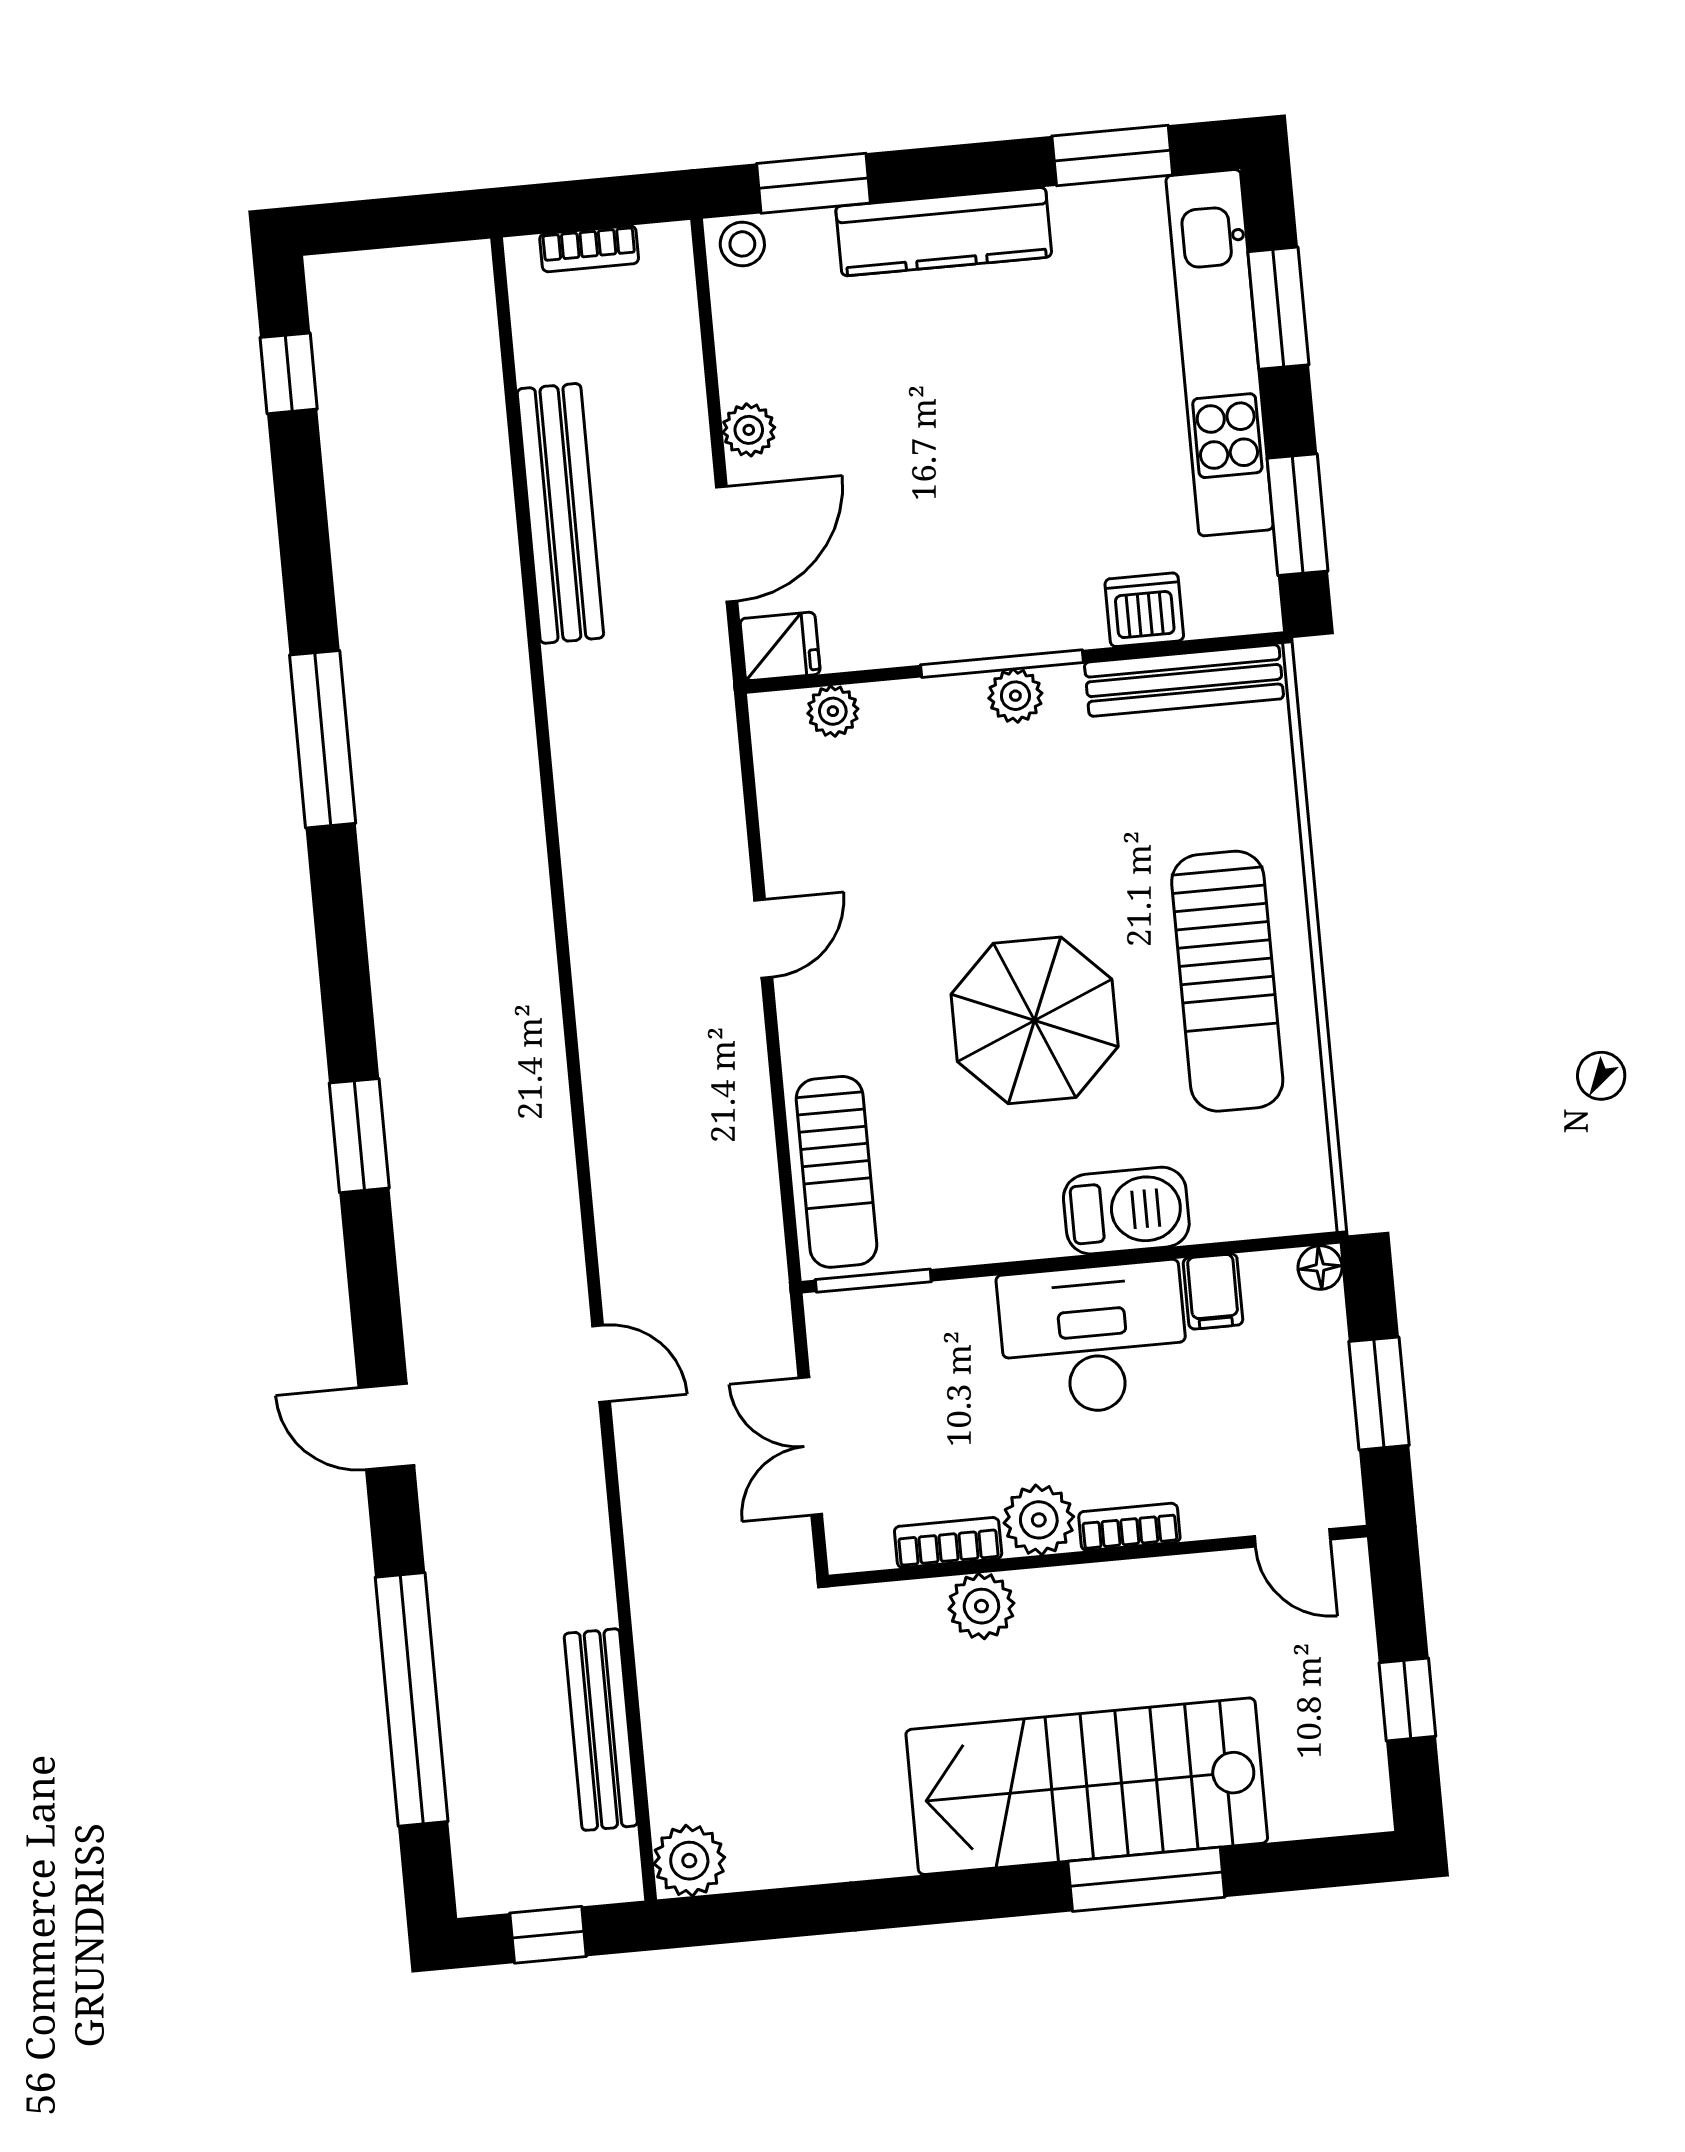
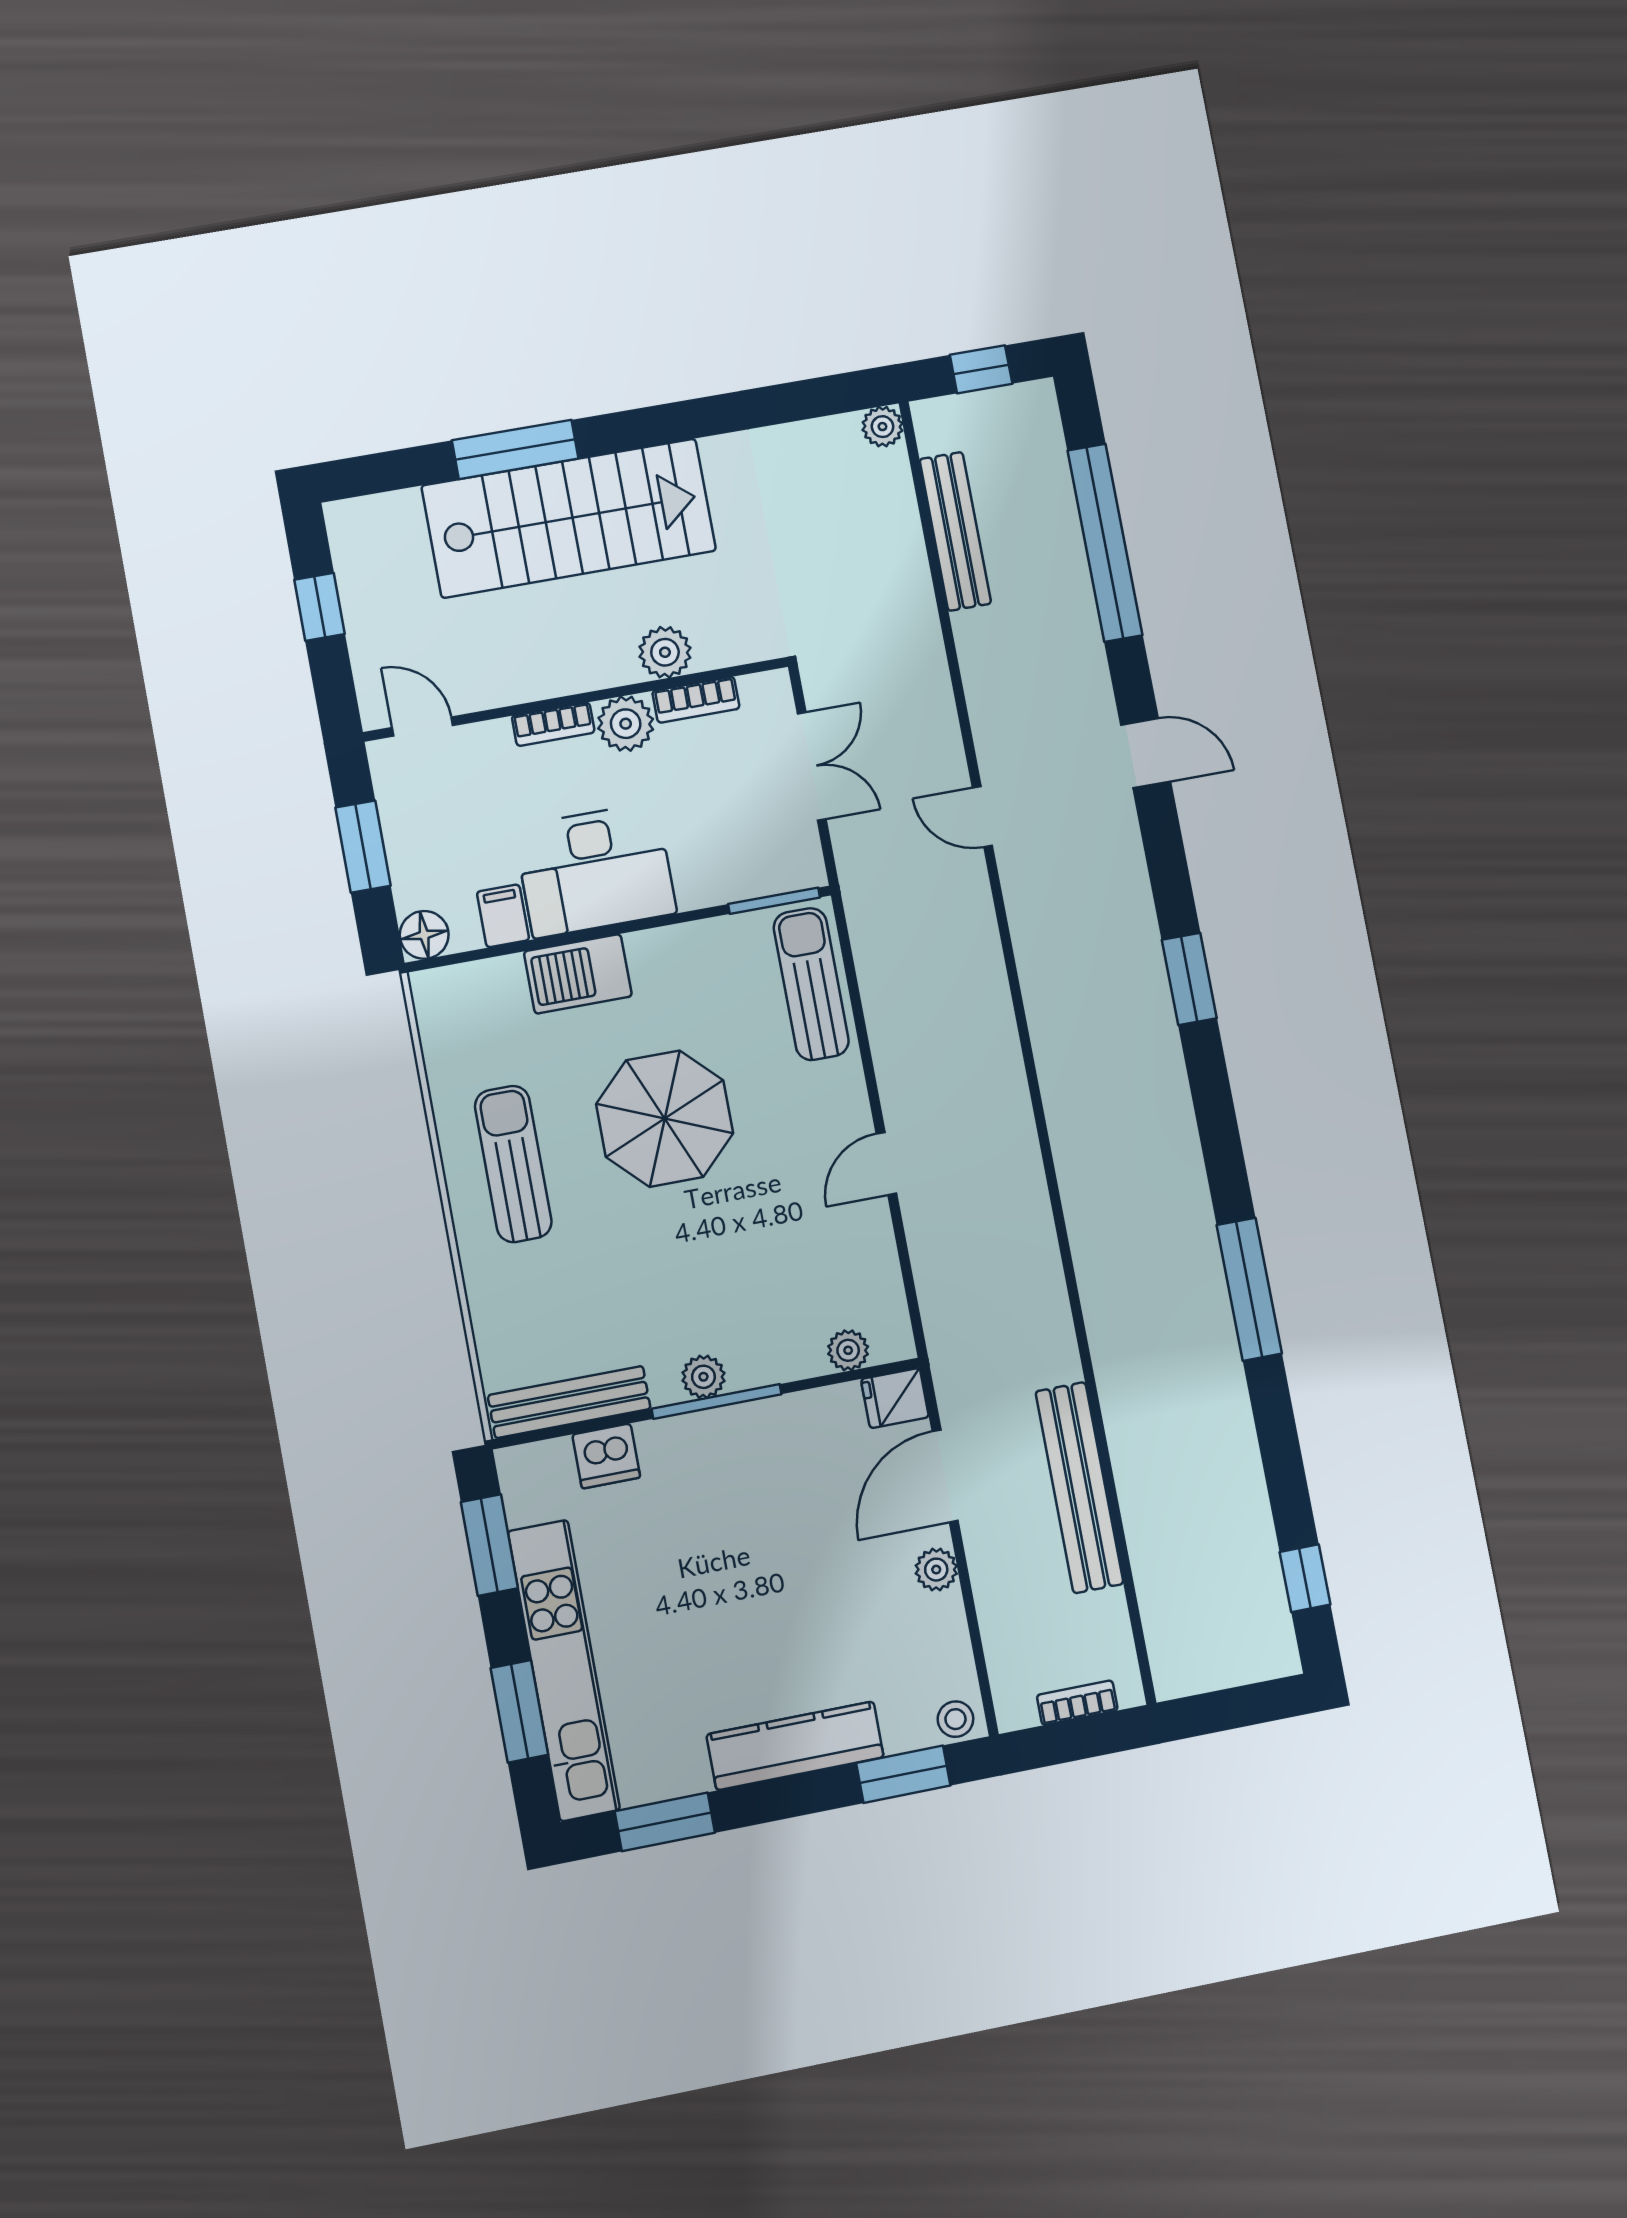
sun lounger: (1227, 981) -> (513, 1164), width x0.73, depth x0.75
floor lamp: (1320, 1268) -> (424, 935), width x1.37, depth x1.37
plant: (689, 1861) -> (882, 427), width x0.73, depth x0.73

